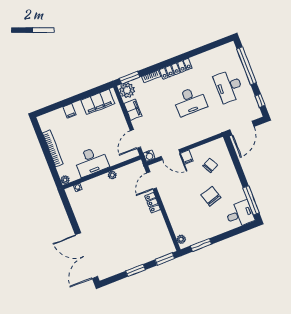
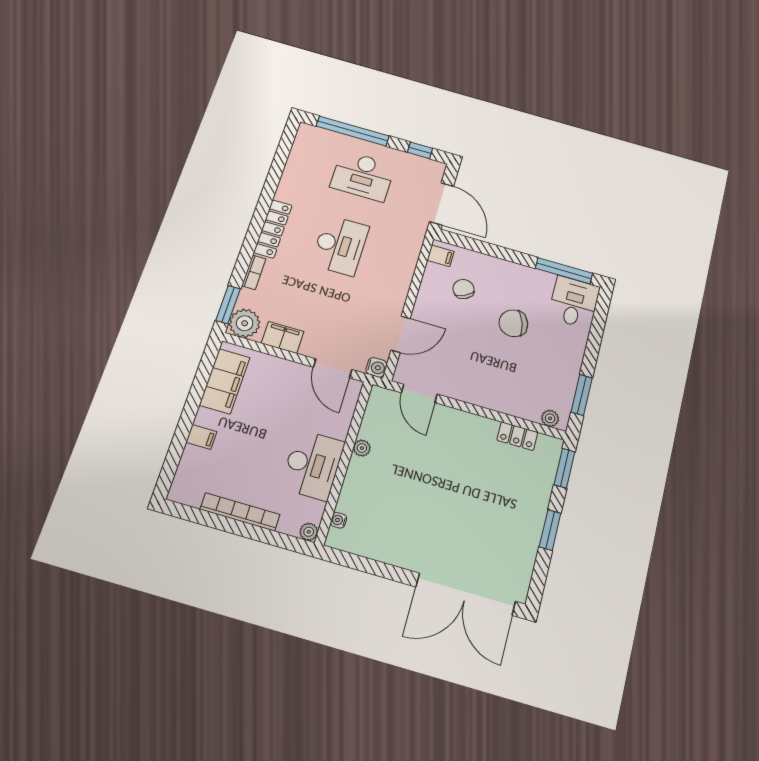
filing cabinet: (187, 157) -> (441, 256), moved
locker: (153, 203) -> (517, 436), moved

